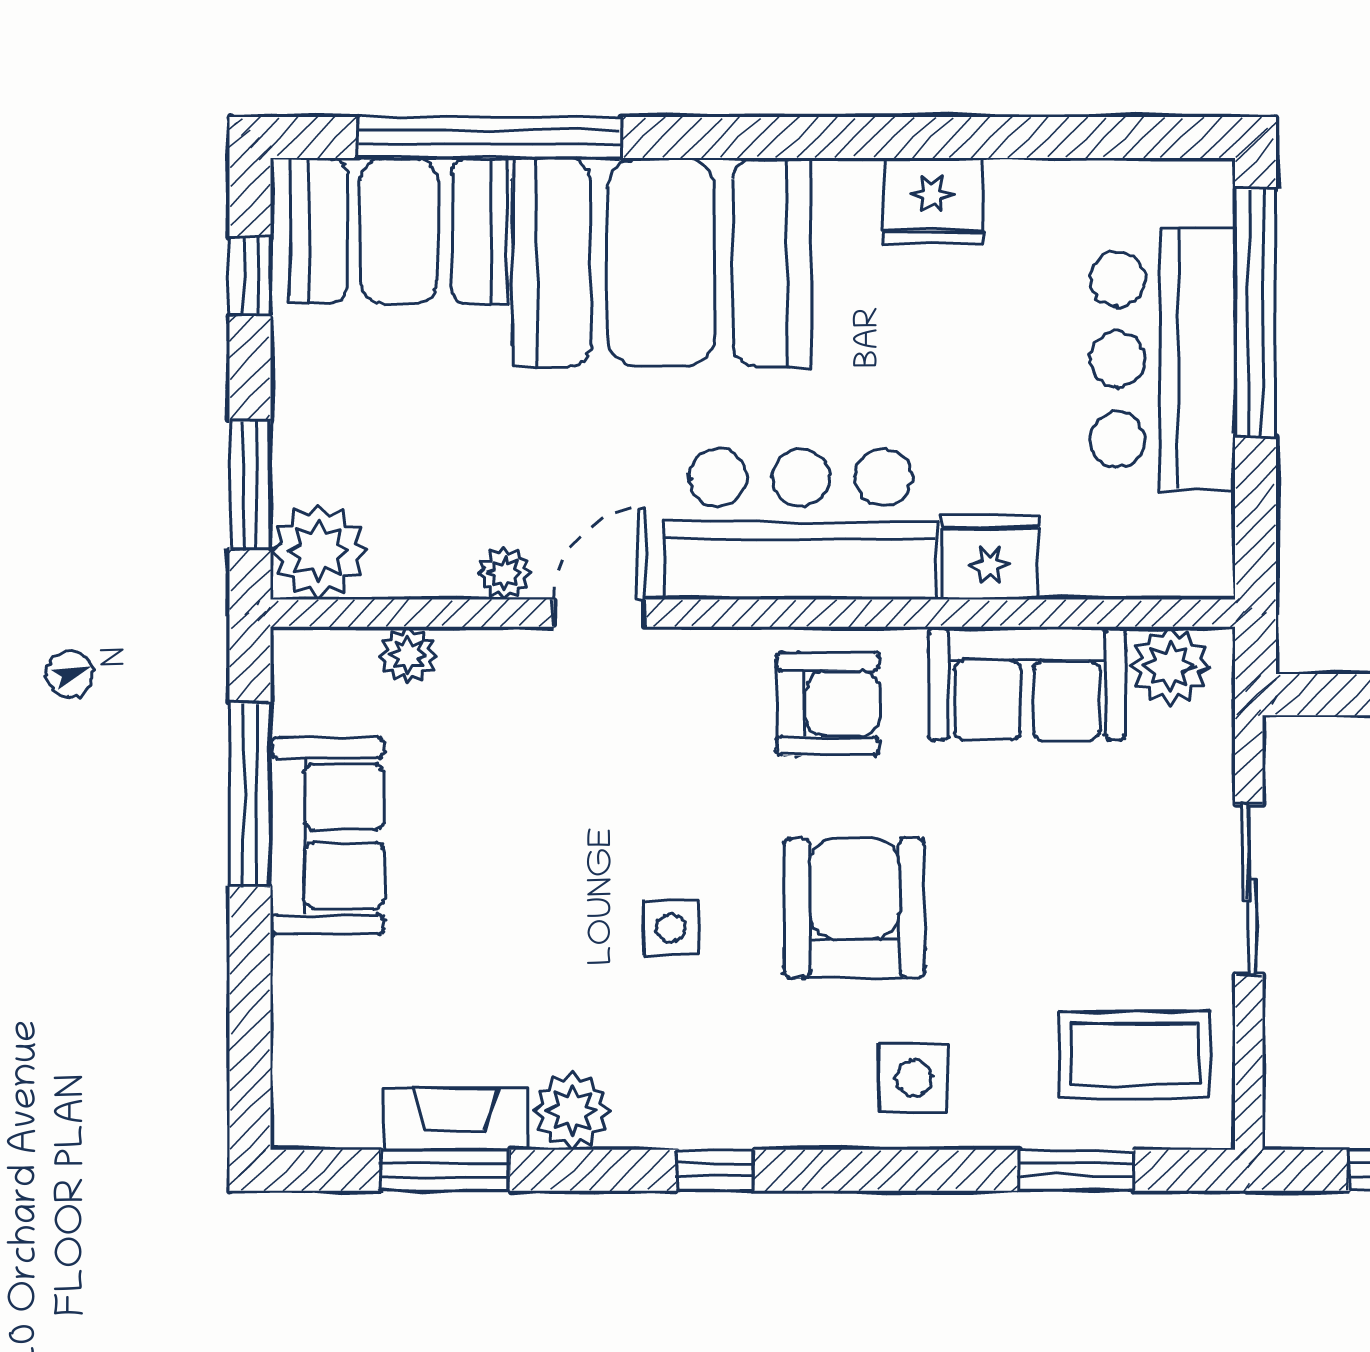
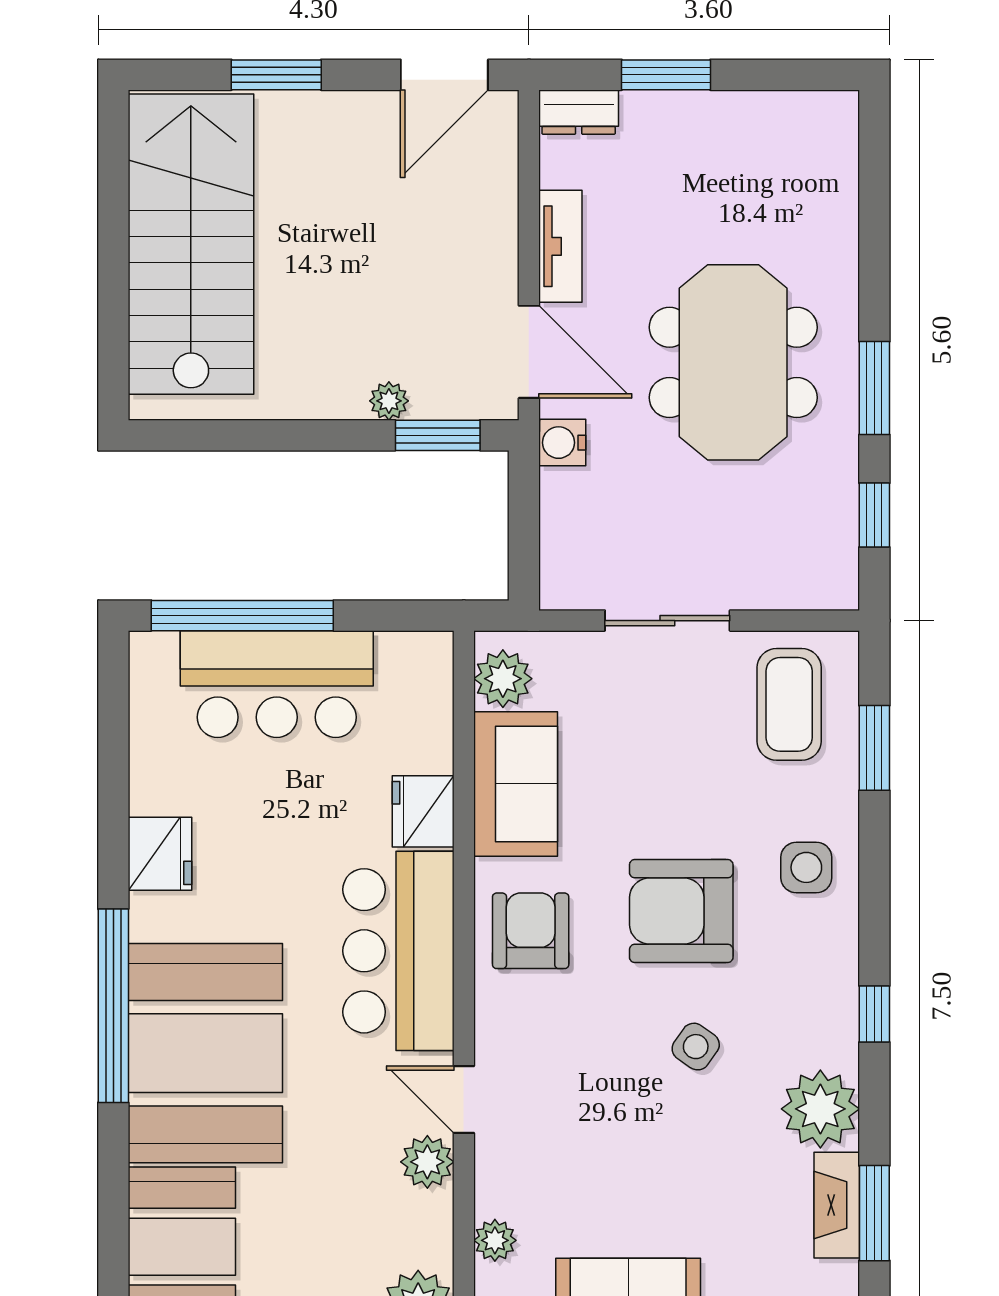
window: (489, 138) -> (113, 1006), moved
plant: (504, 573) -> (427, 1162), width x1.38, depth x1.38
side table: (671, 928) -> (696, 1047), turned 35
plant: (572, 1111) -> (820, 1109), width x1.36, depth x1.36

